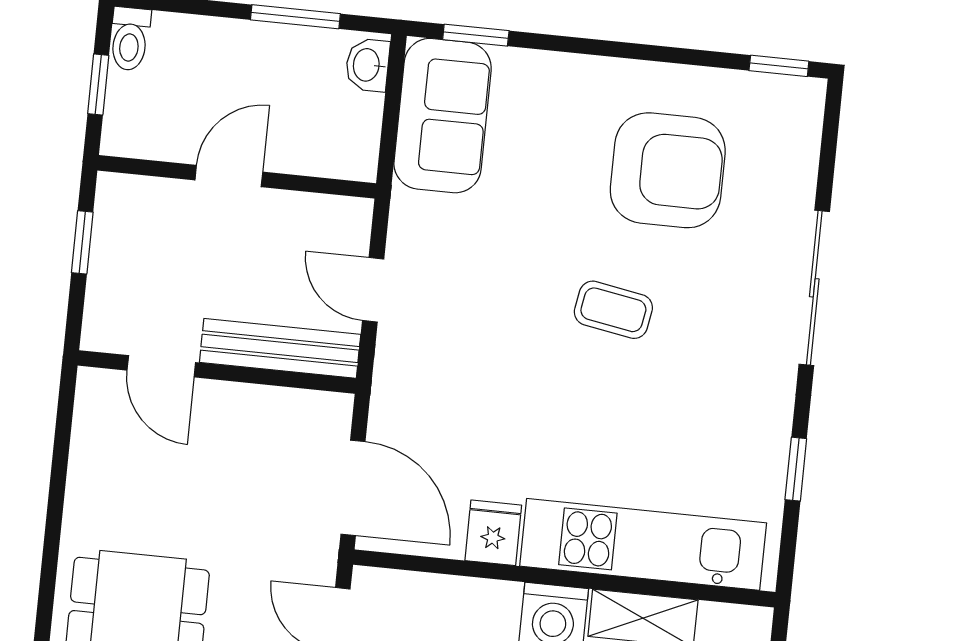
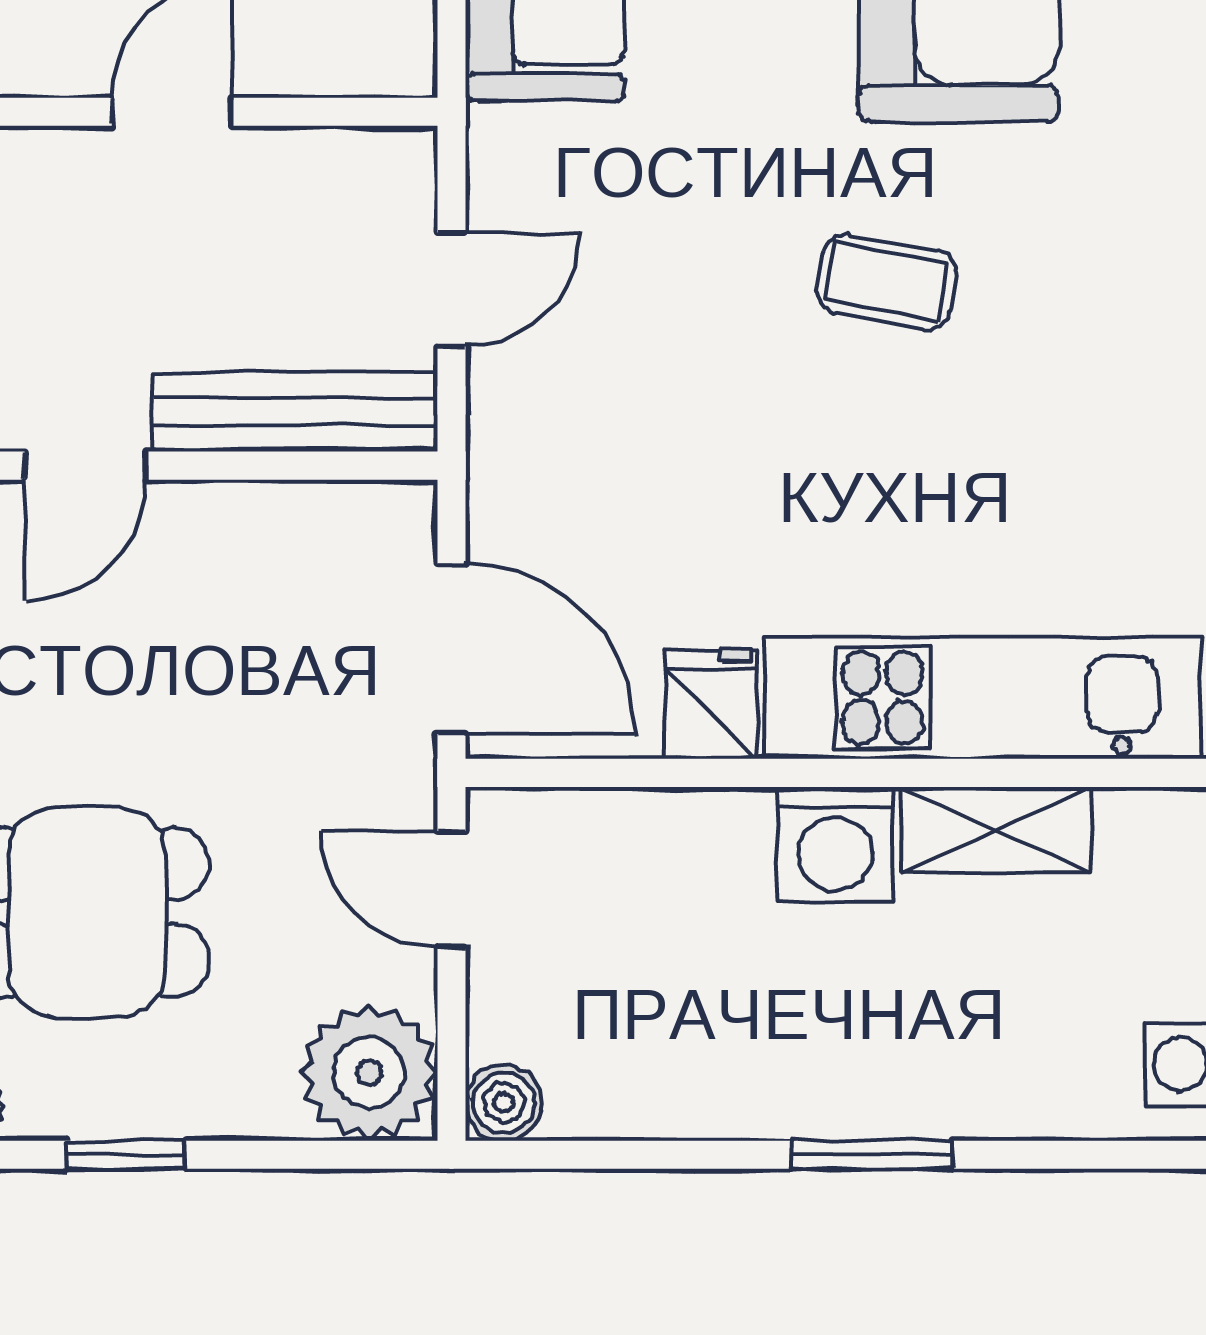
door: (373, 290) -> (452, 290), swing flipped
door: (161, 366) -> (85, 466), hinge flipped

